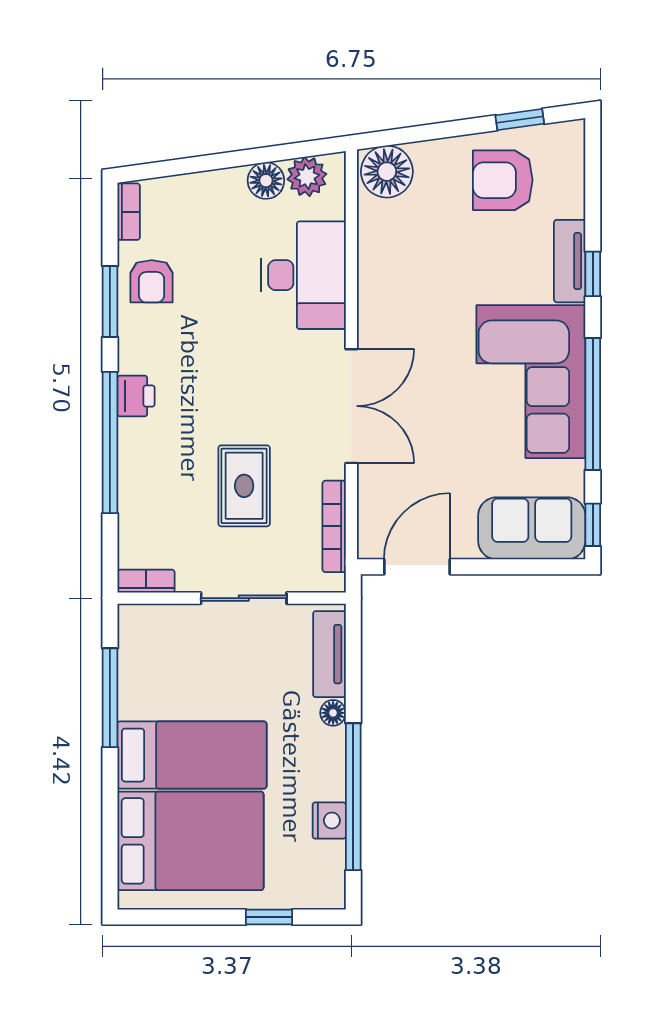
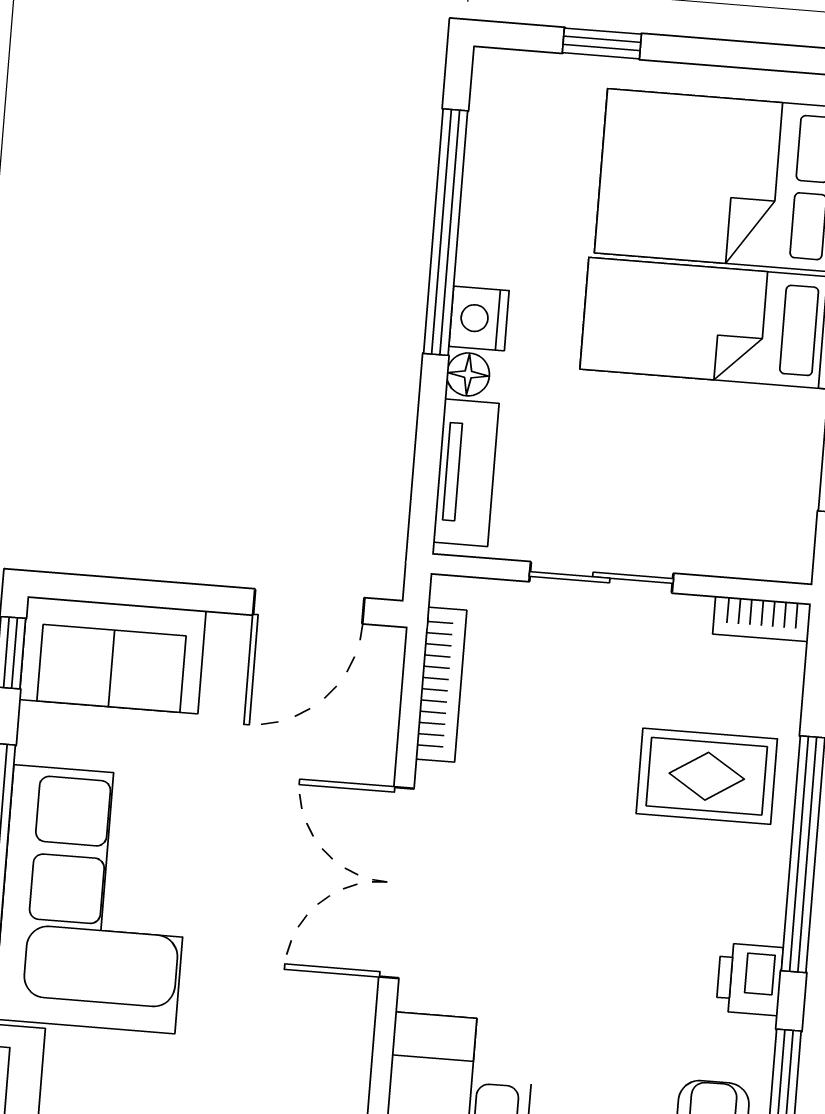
printer: (136, 396) -> (750, 979), moved
rug: (244, 486) -> (707, 776), moved, turned 90
nightstand: (329, 821) -> (479, 318), moved

